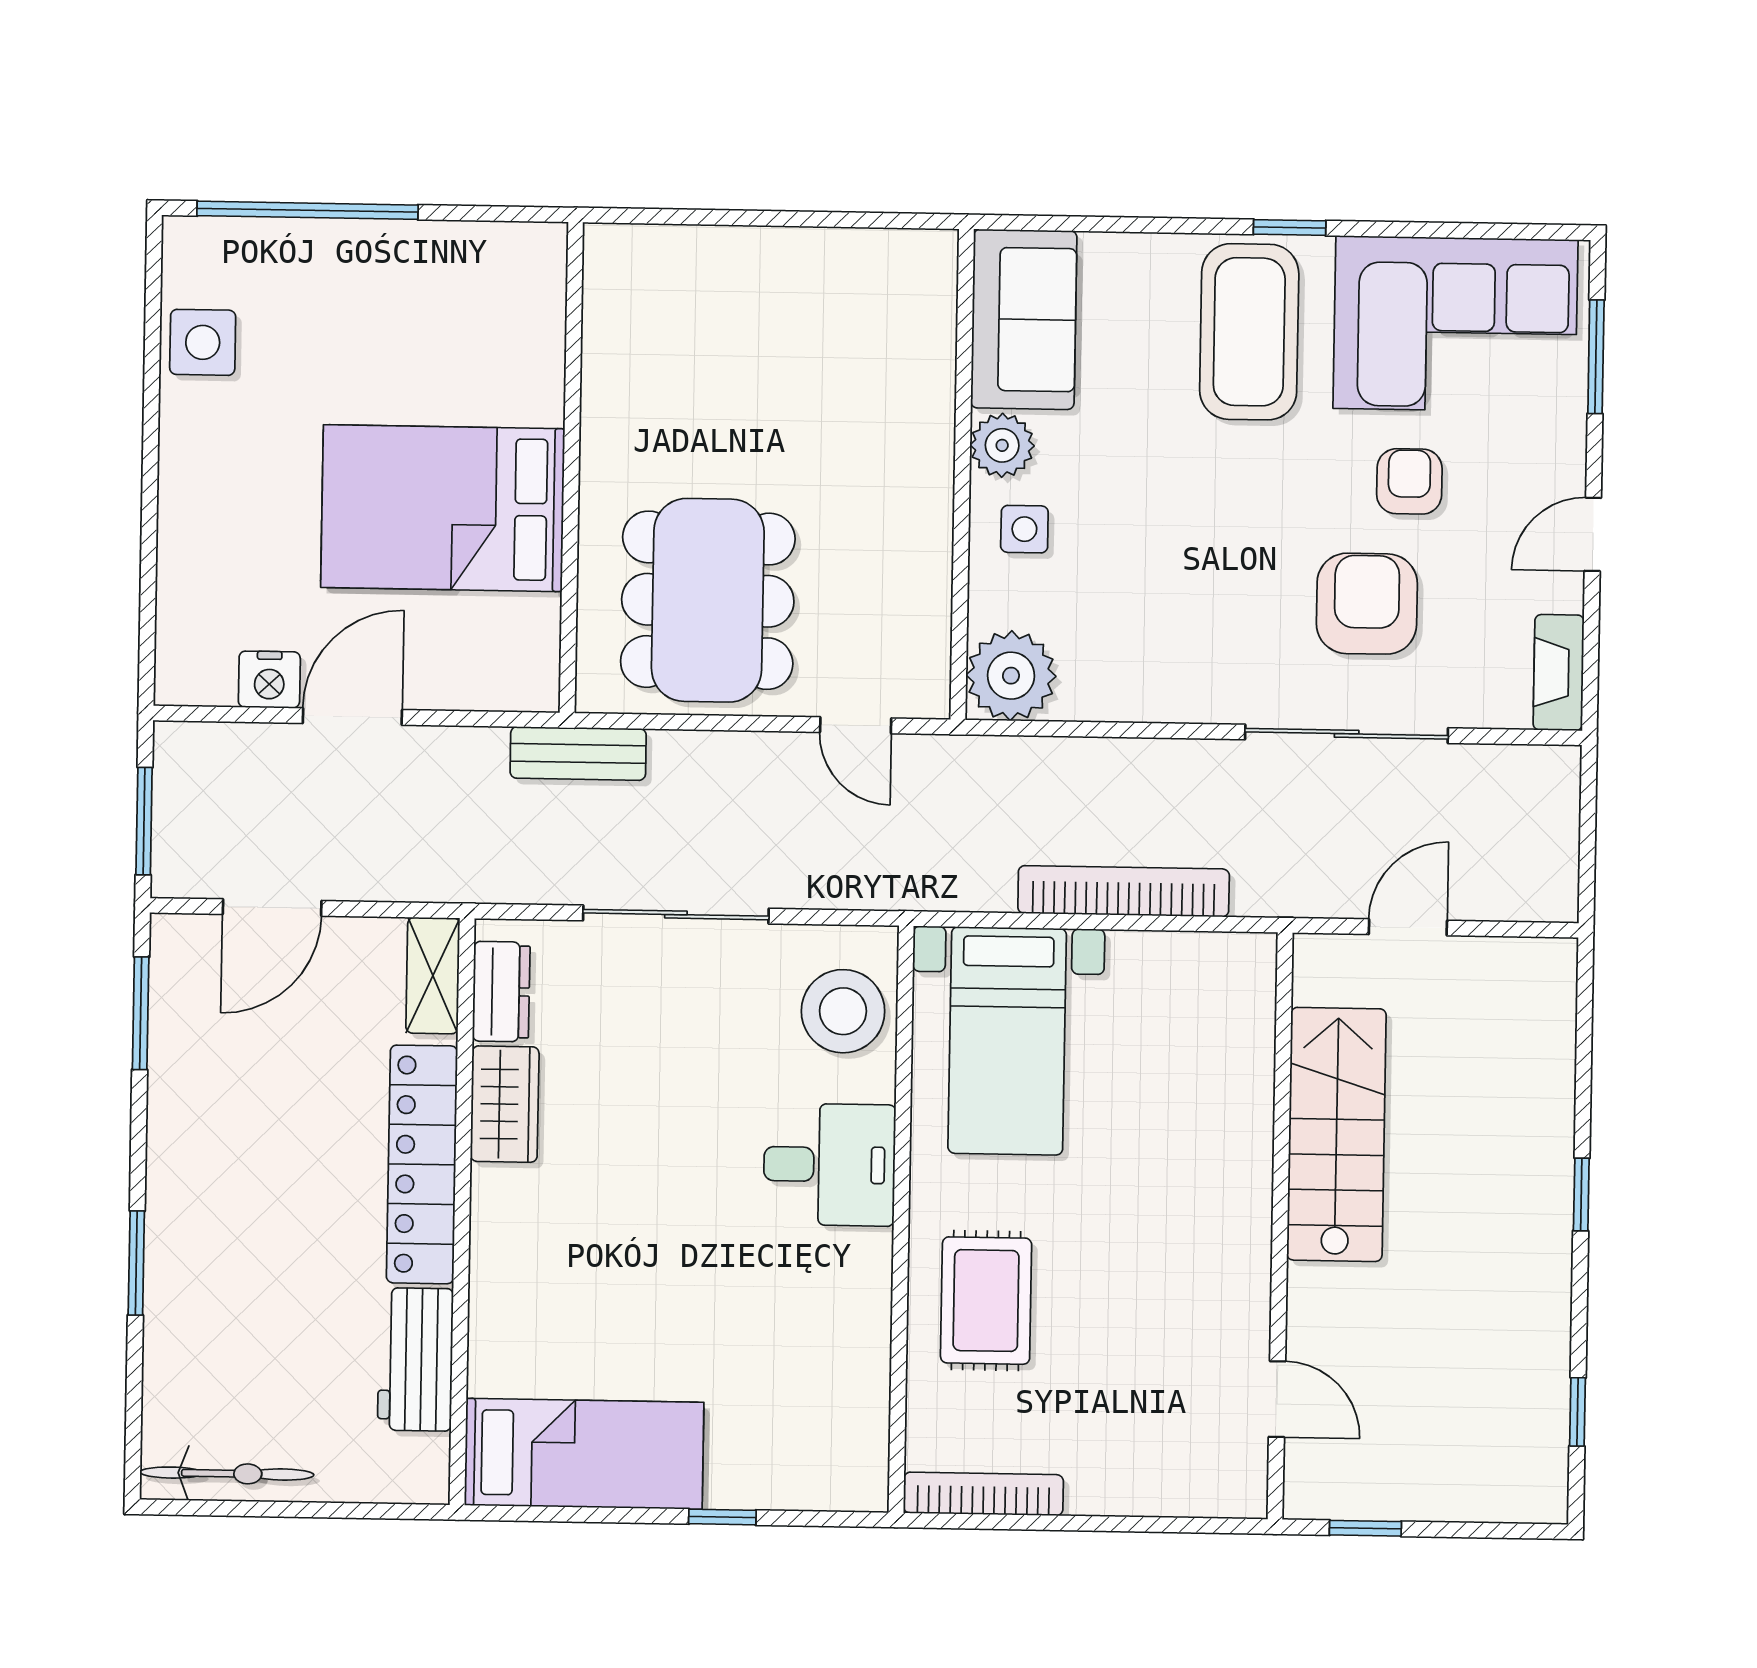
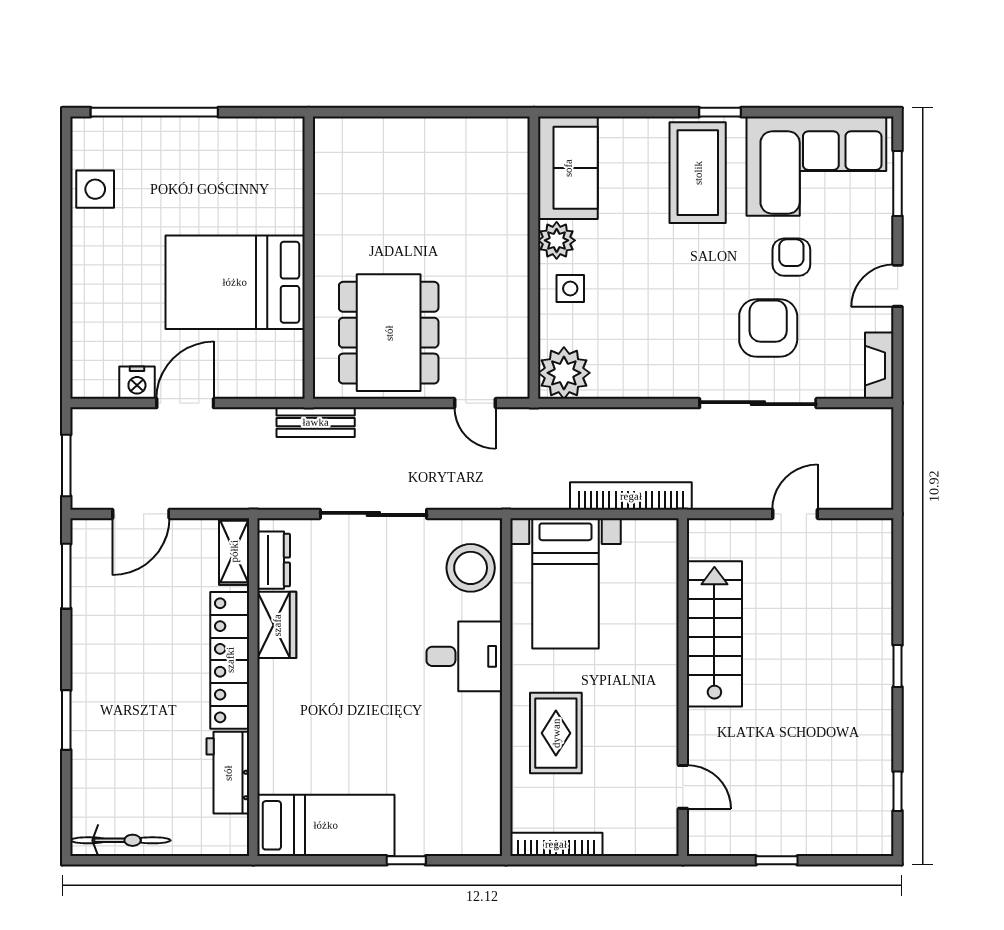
stairs: (1336, 1134) -> (714, 634), moved
wall: (1280, 1226) -> (683, 687), moved
door: (1277, 1399) -> (683, 787), moved

